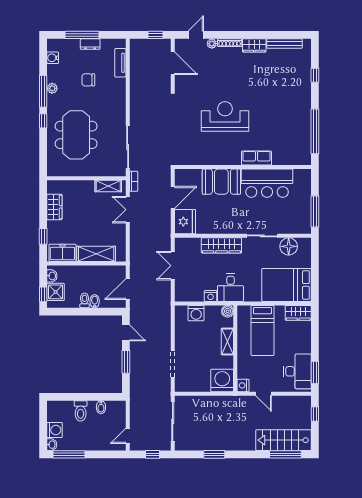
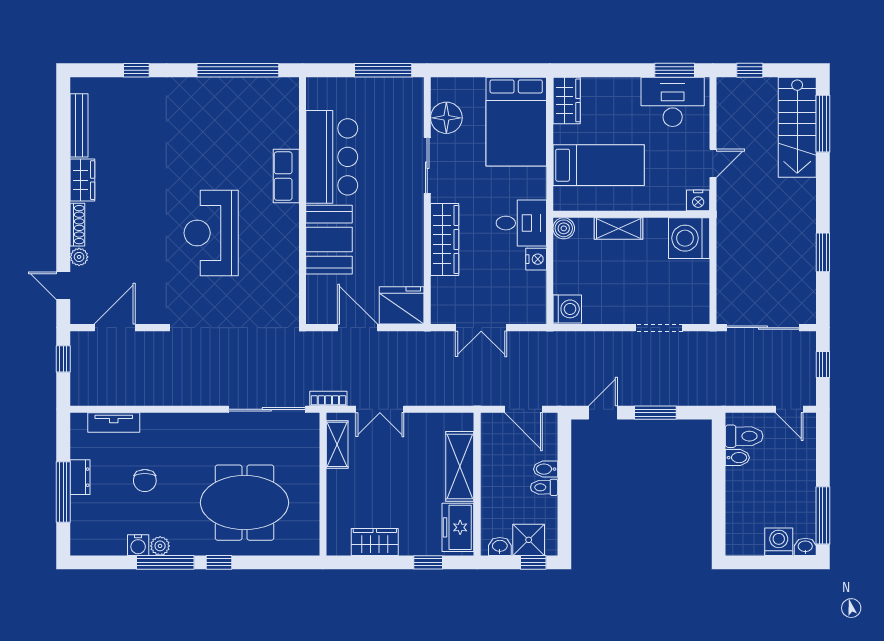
water cooler: (53, 58) -> (138, 545), moved
washing machine: (196, 313) -> (567, 309), moved
toilet: (81, 411) -> (744, 436), moved

